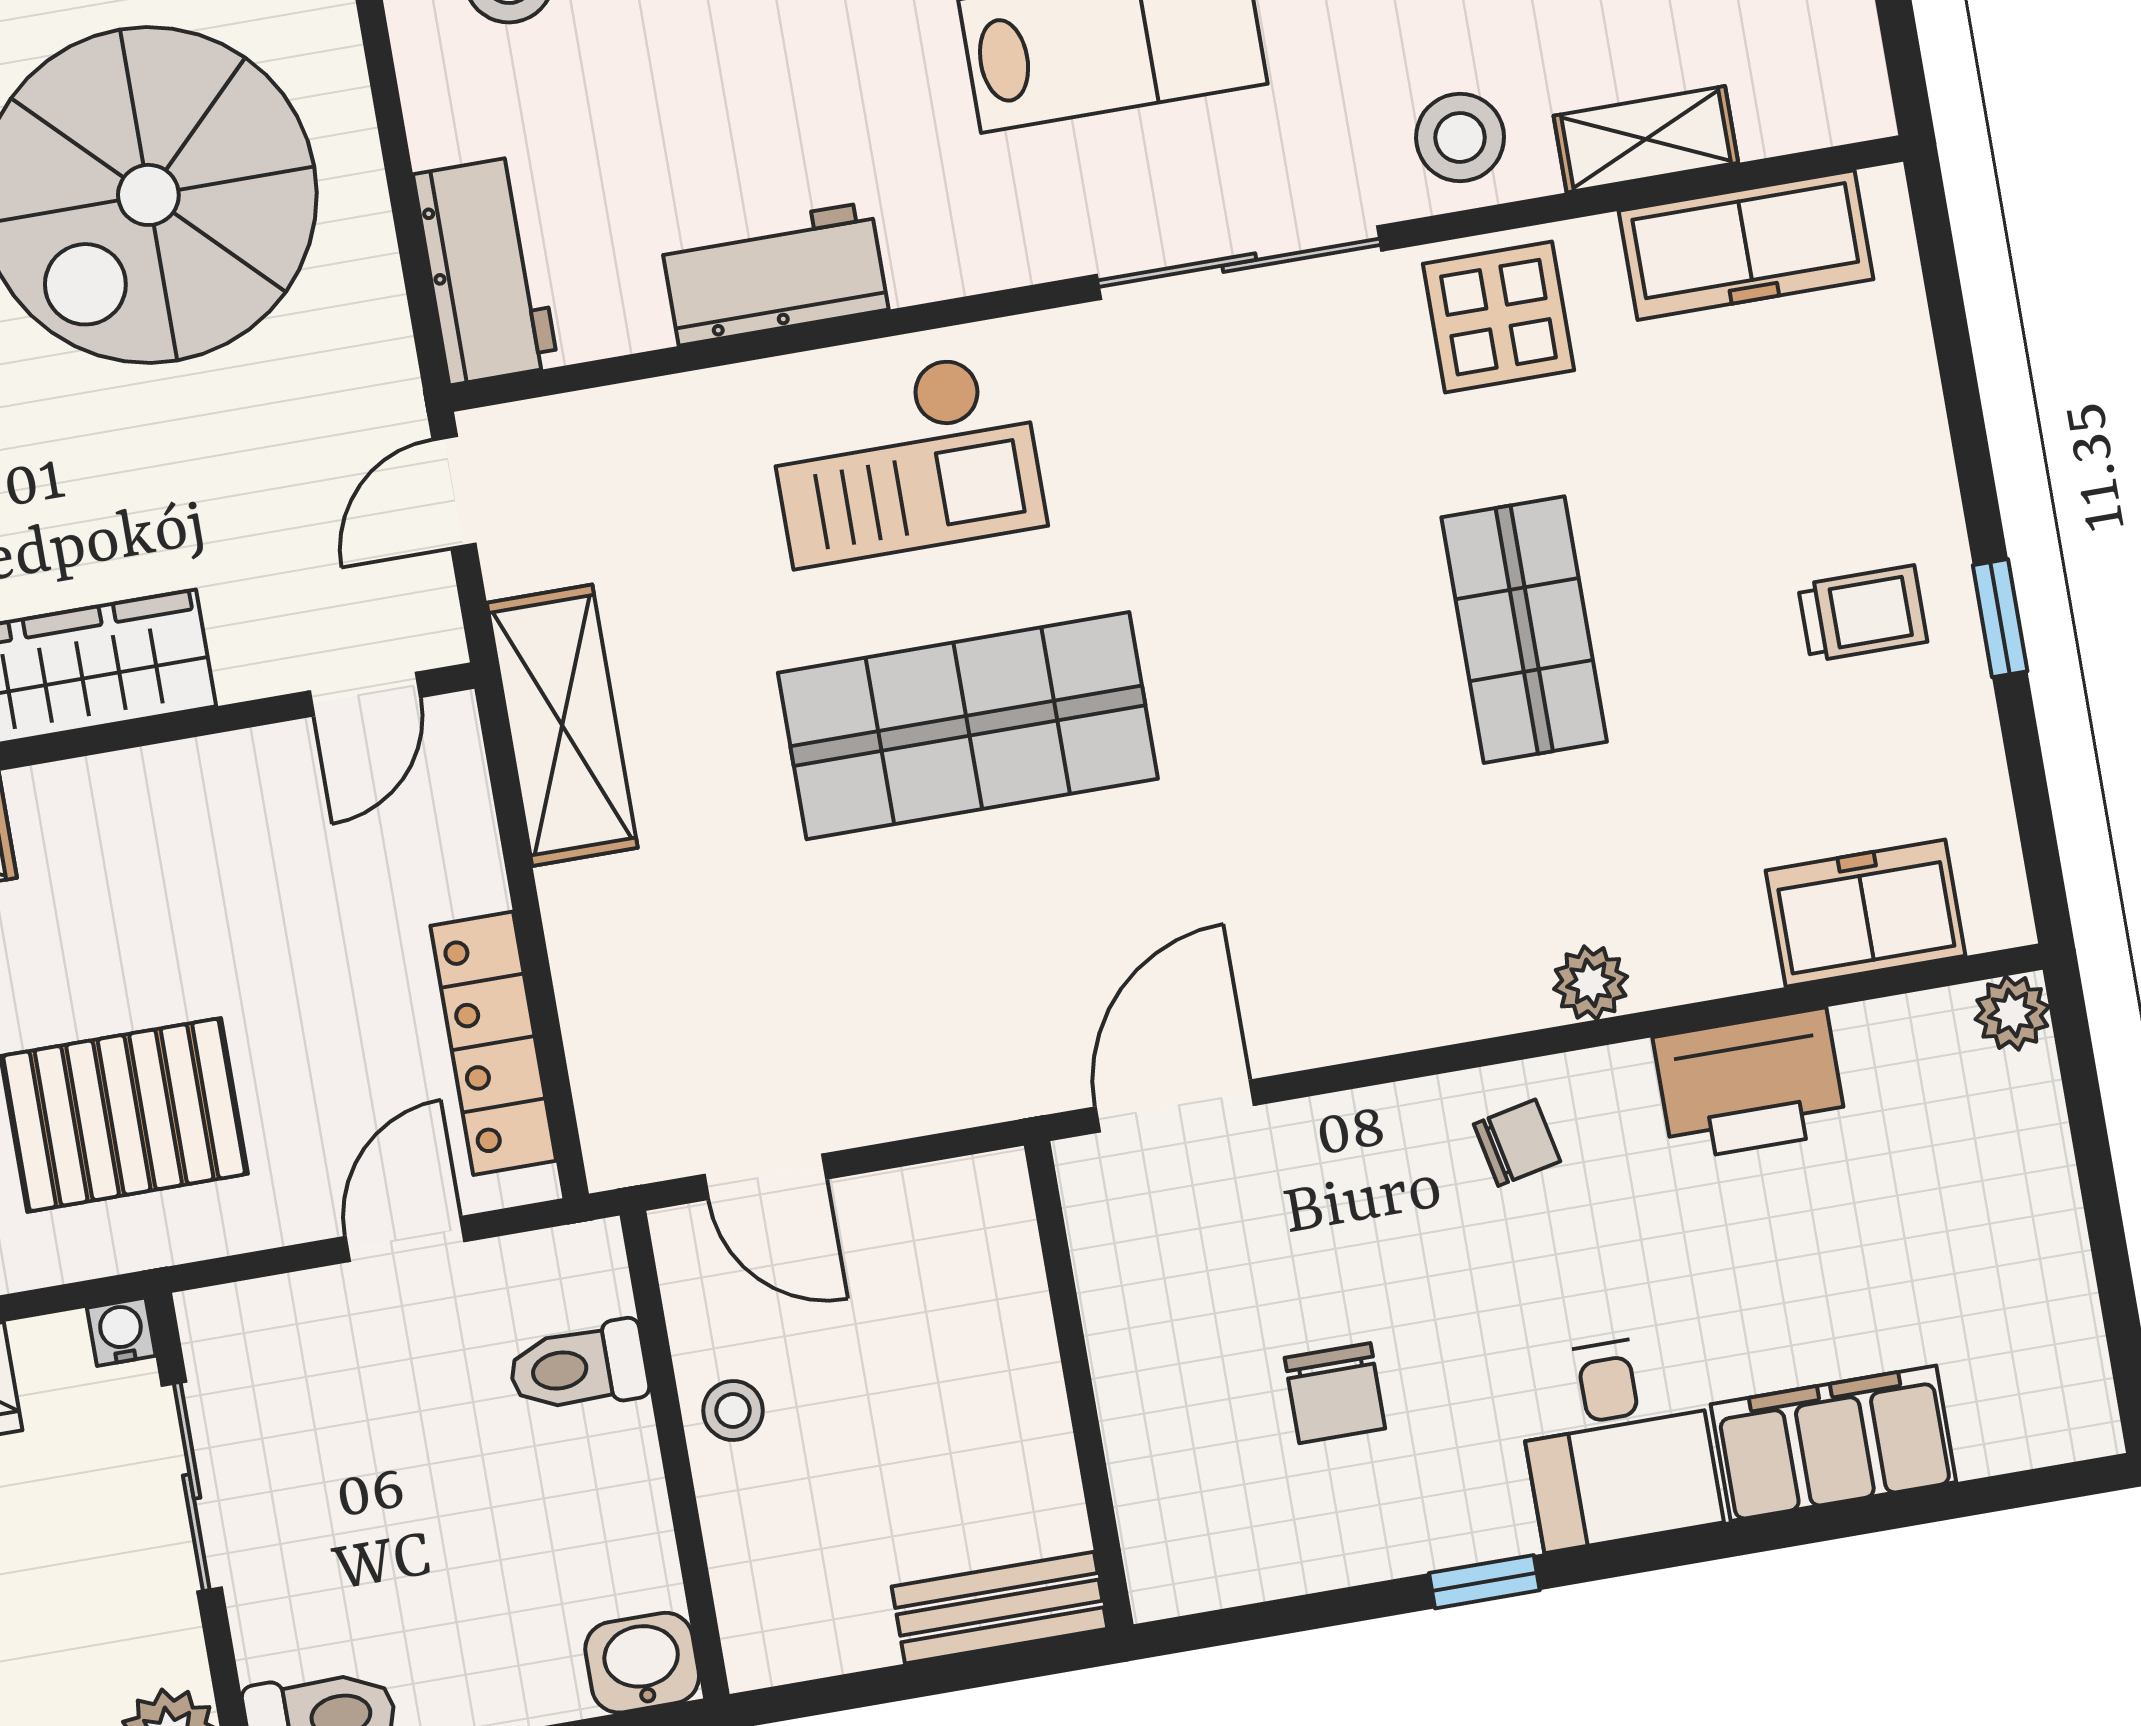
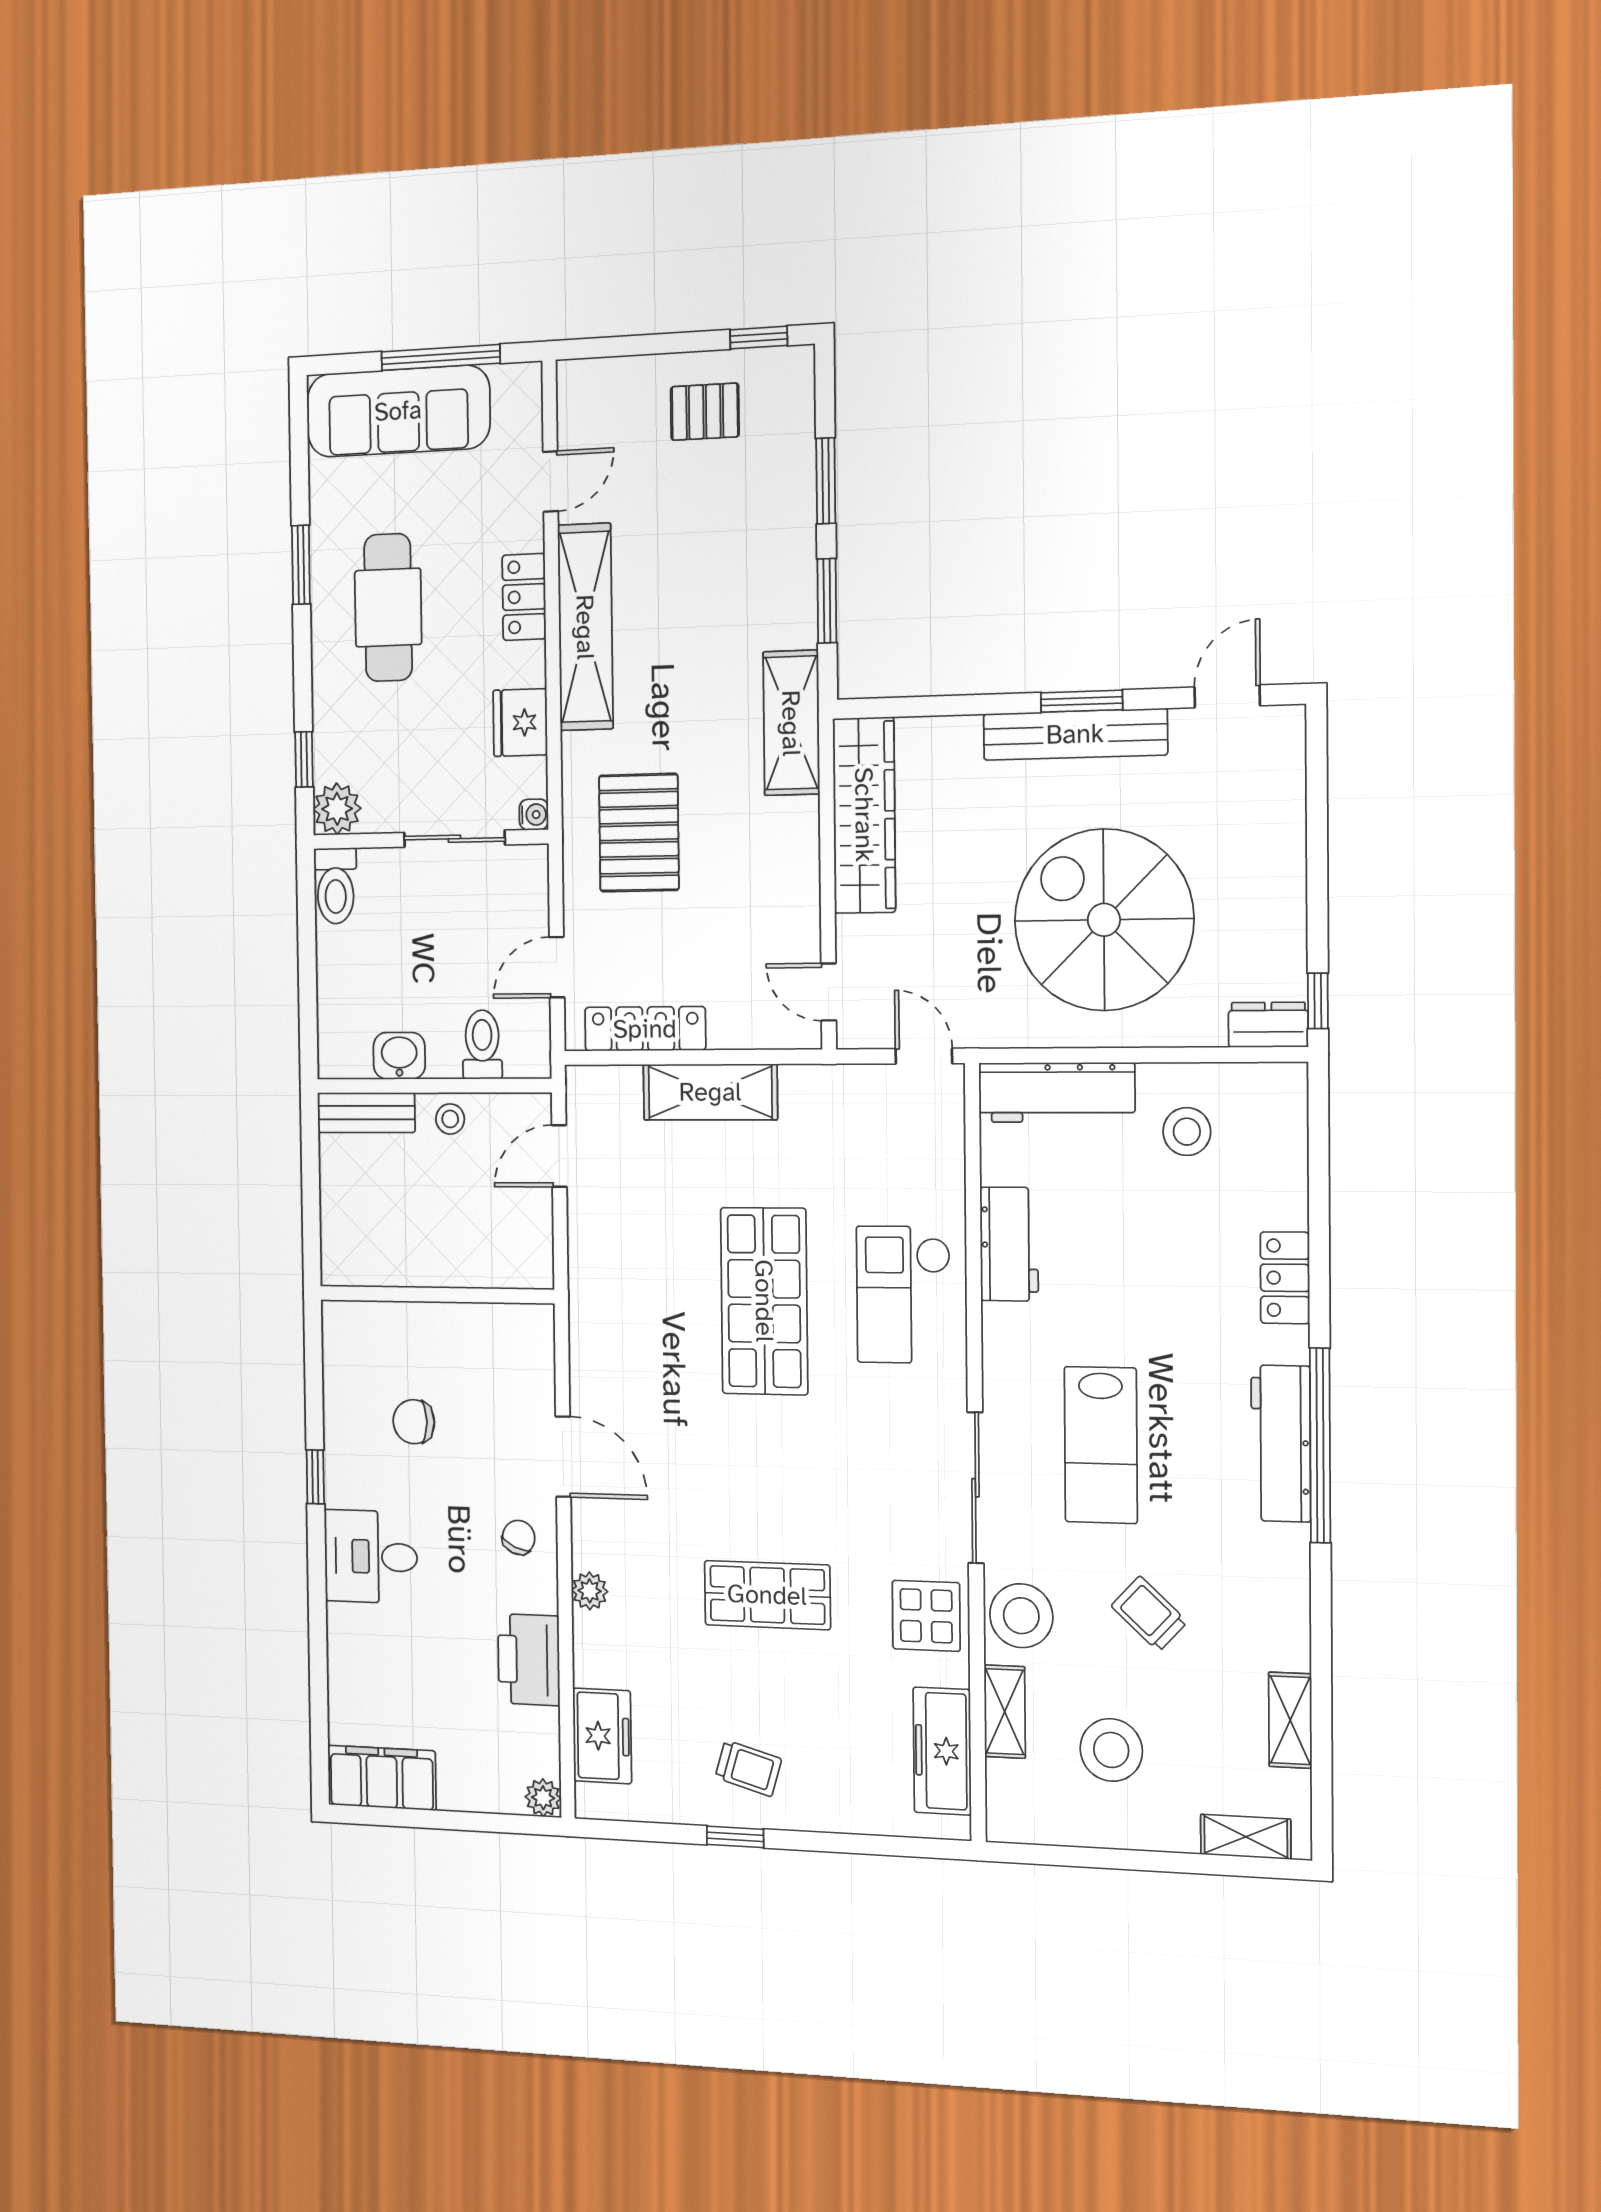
stool: (1460, 137) -> (1021, 1616), width x1.38, depth x1.38
workbench: (486, 270) -> (1057, 1092), width x1.38
trolley: (1863, 613) -> (748, 1768), turned -74
shelving: (562, 725) -> (710, 1092), moved
door: (1175, 1106) -> (563, 1457), moved
chair: (1517, 1143) -> (519, 1537), turned -144
door: (405, 1239) -> (557, 967), swing flipped
filing cabinet: (1833, 1443) -> (382, 1778), moved, turned -90
bench: (1000, 1608) -> (366, 1113), moved, turned 90
washbasin: (642, 1663) -> (399, 1056), moved, turned -90

